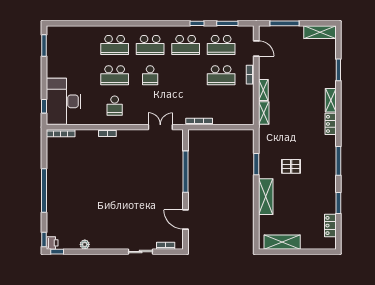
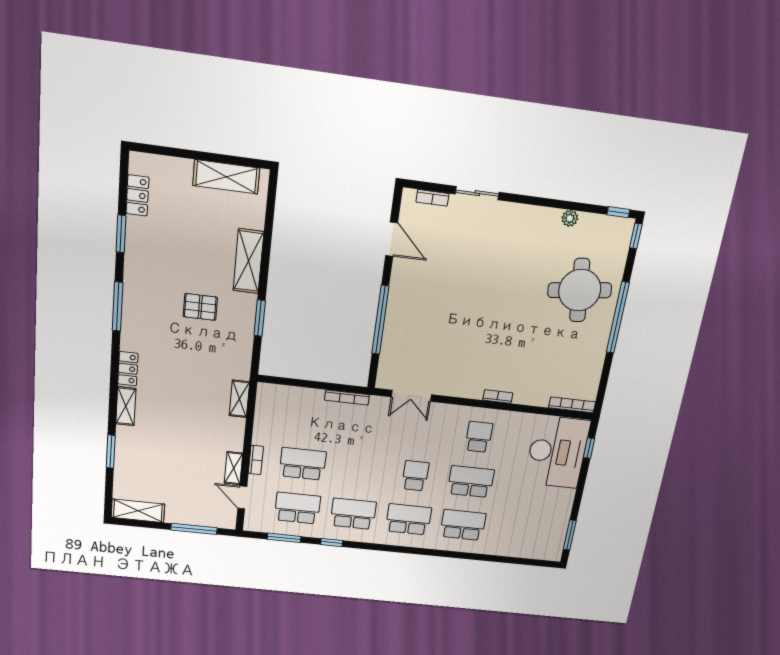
shelving: (263, 90) -> (234, 468), moved
round table: (70, 204) -> (580, 290), added
printer: (52, 243) -> (624, 228), removed

